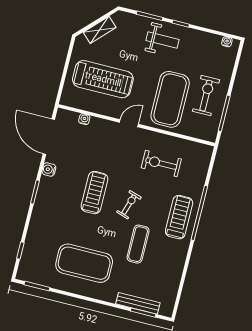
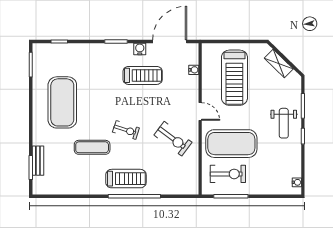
exercise bike: (206, 96) -> (228, 174), moved
exercise bike: (161, 163) -> (173, 139), moved, turned 127
treadmill: (94, 193) -> (143, 75), moved
bench: (138, 303) -> (38, 161), width x0.73

